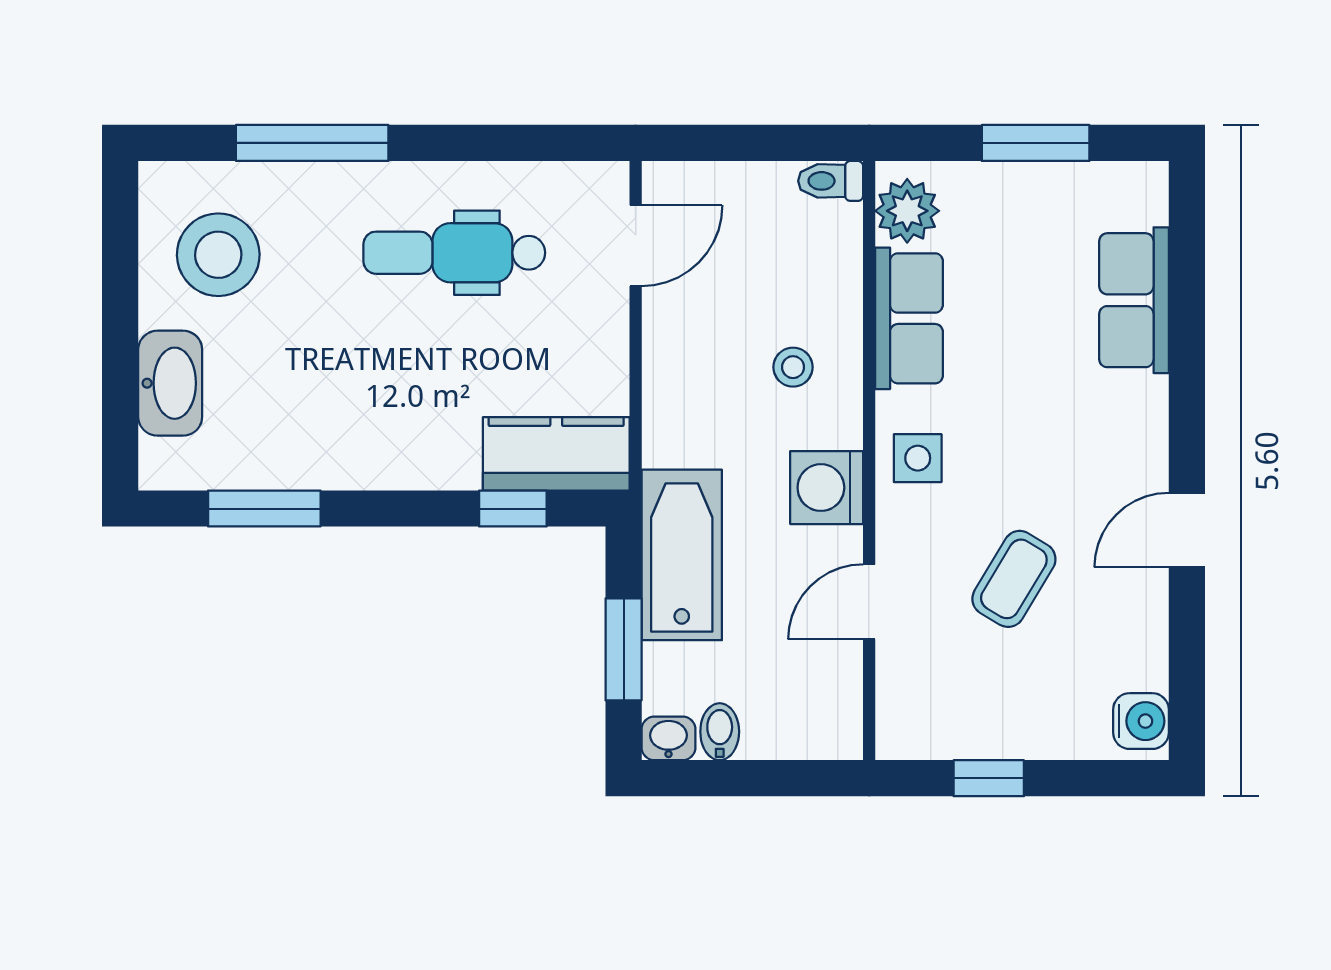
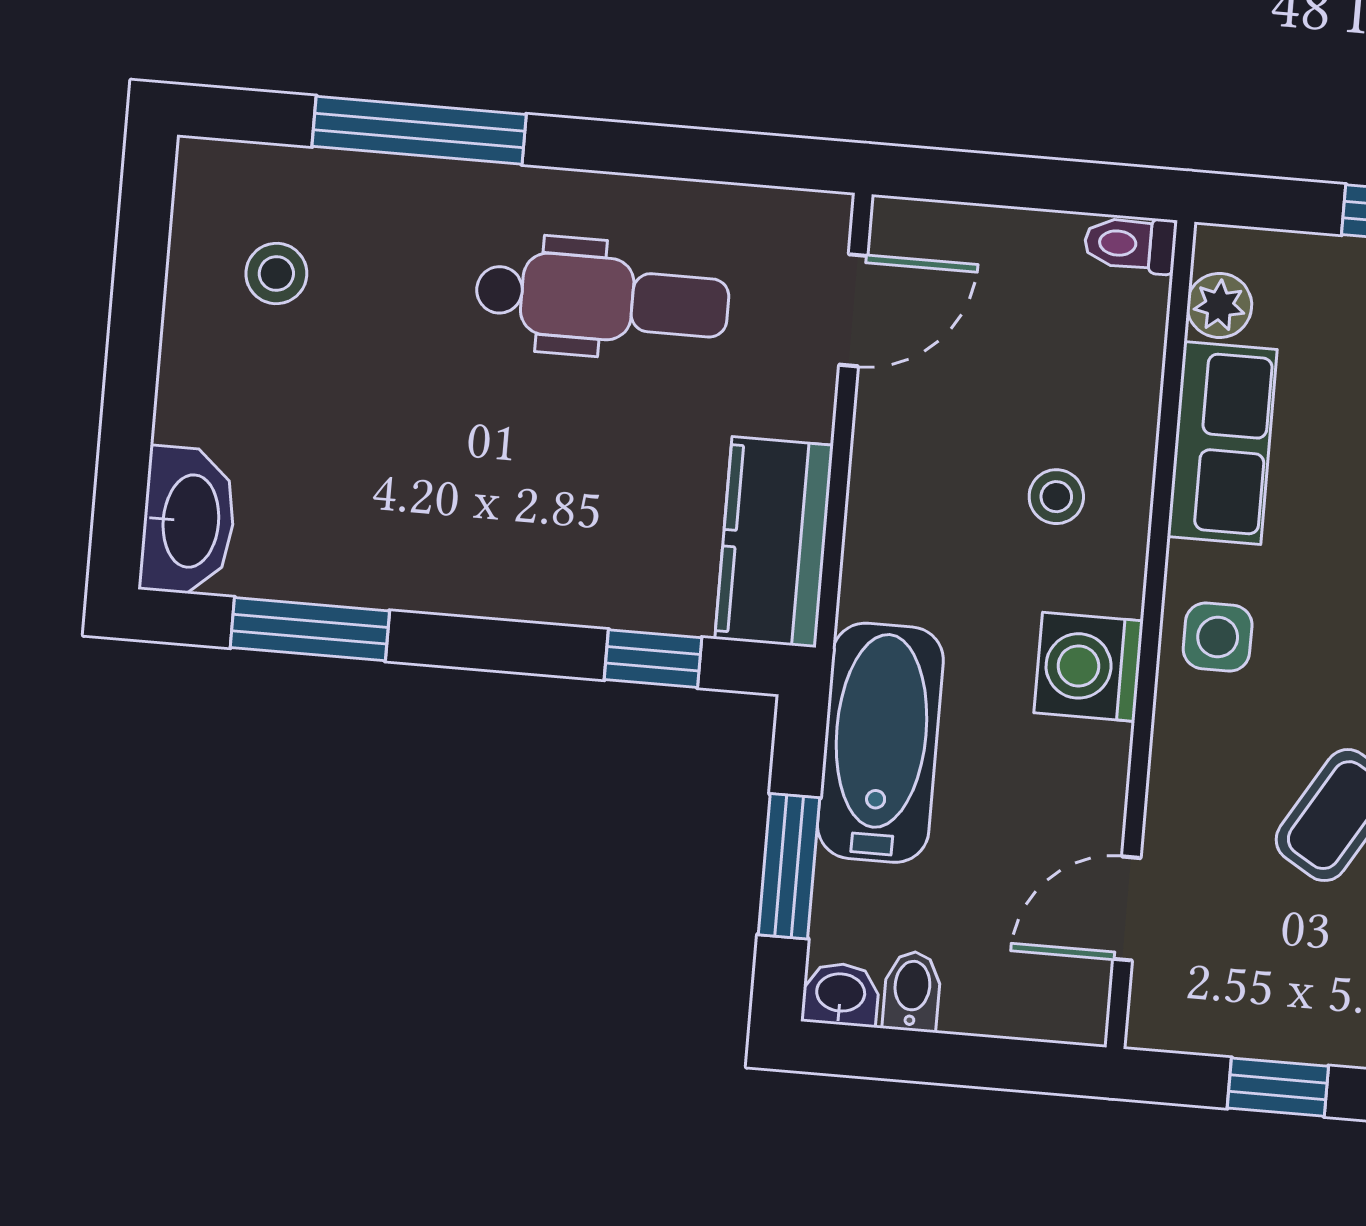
plant: (907, 211) -> (1219, 305), width x0.73, depth x0.73
dental chair: (454, 253) -> (602, 299), turned 180
stool: (218, 255) -> (276, 274), width x0.53, depth x0.53
washbasin: (170, 383) -> (188, 521), moved
kitchen counter: (556, 454) -> (774, 542), moved, turned -90
door: (869, 602) -> (1127, 908), moved

